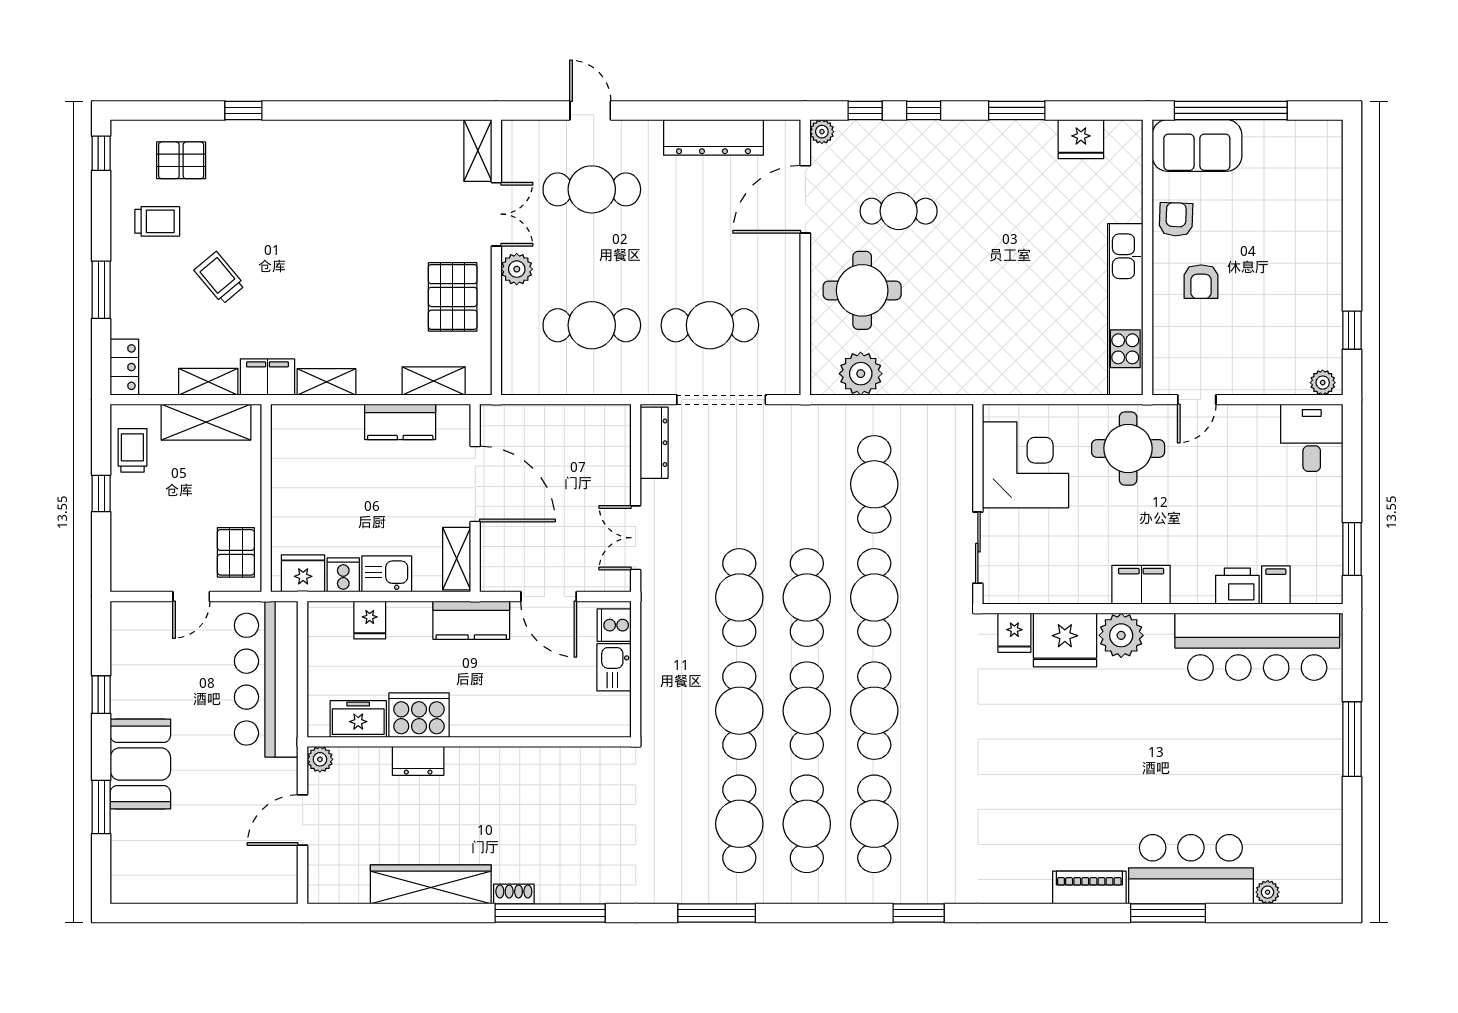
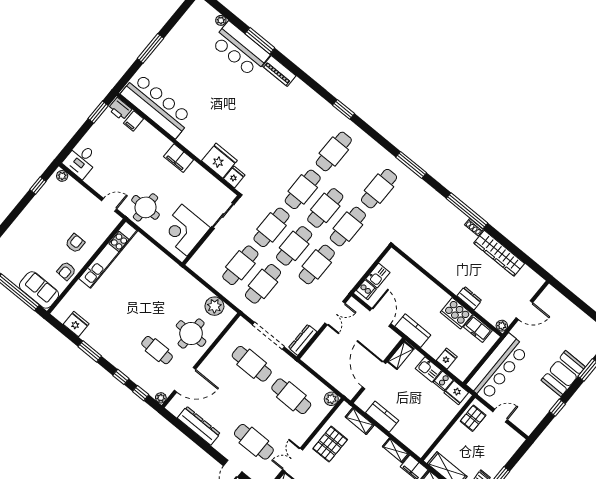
plant: (517, 269) -> (331, 399), moved
printer: (1237, 586) -> (120, 109), moved
plant: (1121, 635) -> (199, 147), removed
cafe table: (807, 824) -> (263, 284), moved

